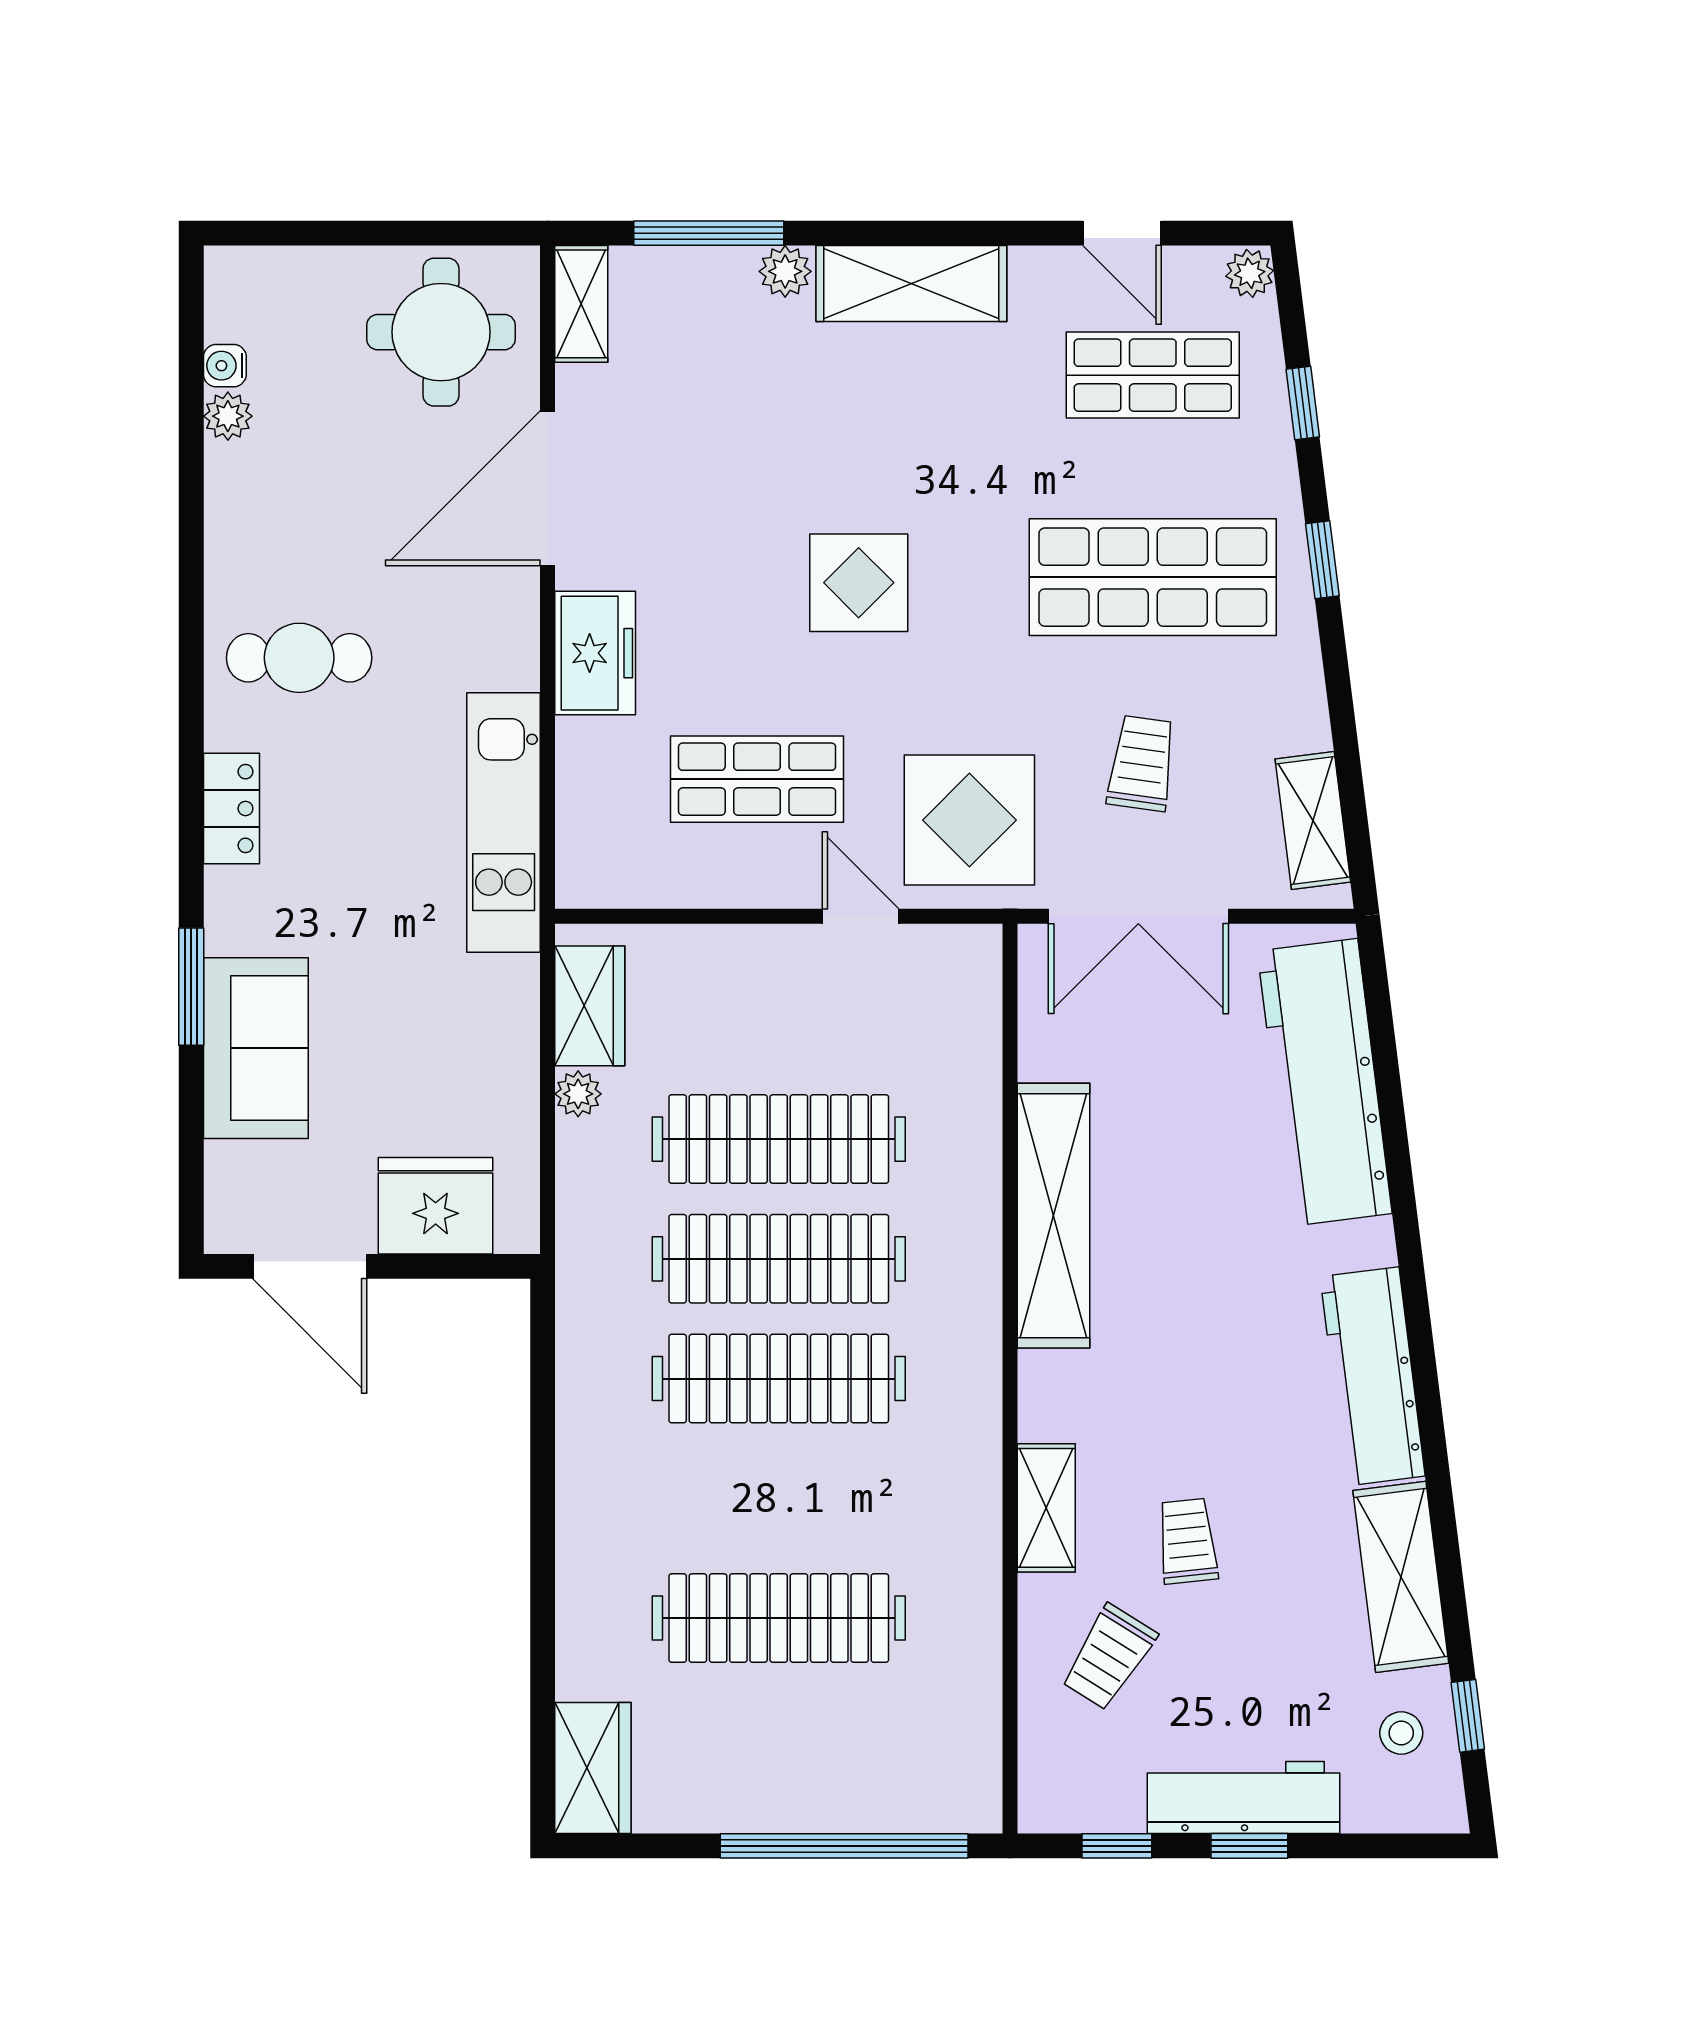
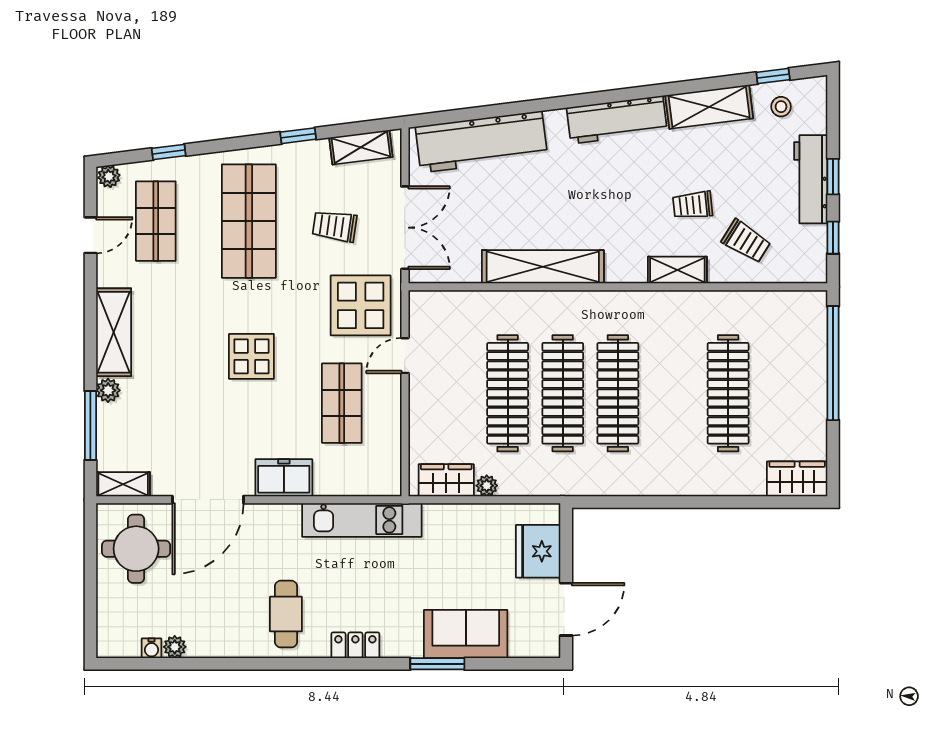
door: (548, 488) -> (208, 500), hinge flipped
window: (1322, 560) -> (298, 136), moved

